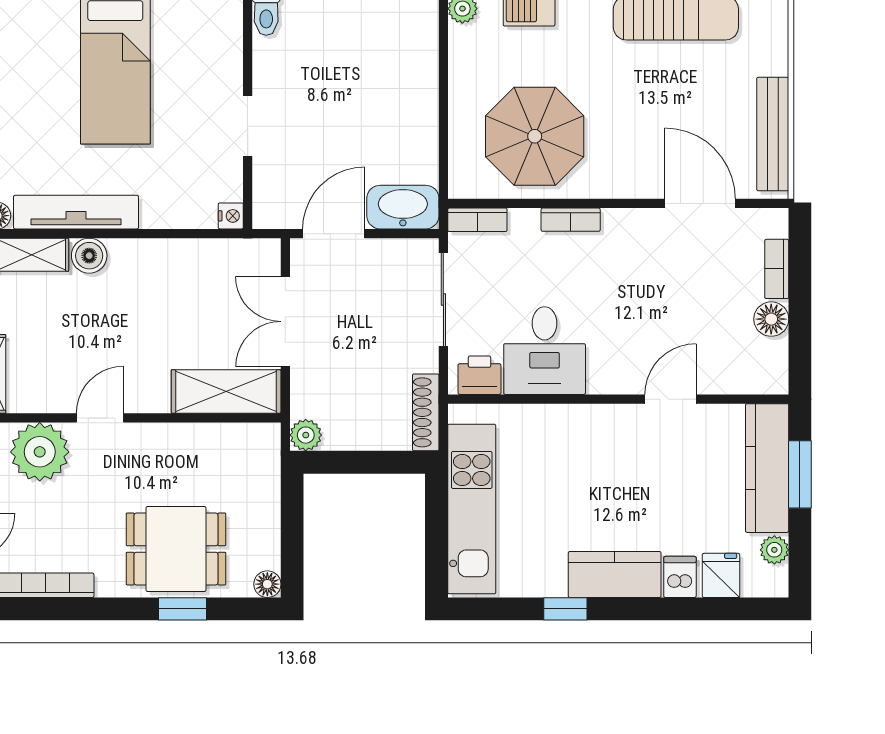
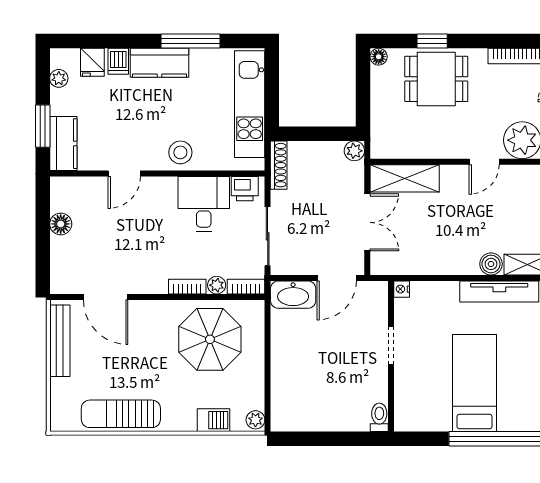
plant: (524, 222) -> (217, 285), added
bookcase: (777, 269) -> (57, 256), removed
stool: (582, 432) -> (180, 152), added
kitchen counter: (767, 468) -> (63, 144), width x0.67
window: (565, 609) -> (191, 41), width x2.17

